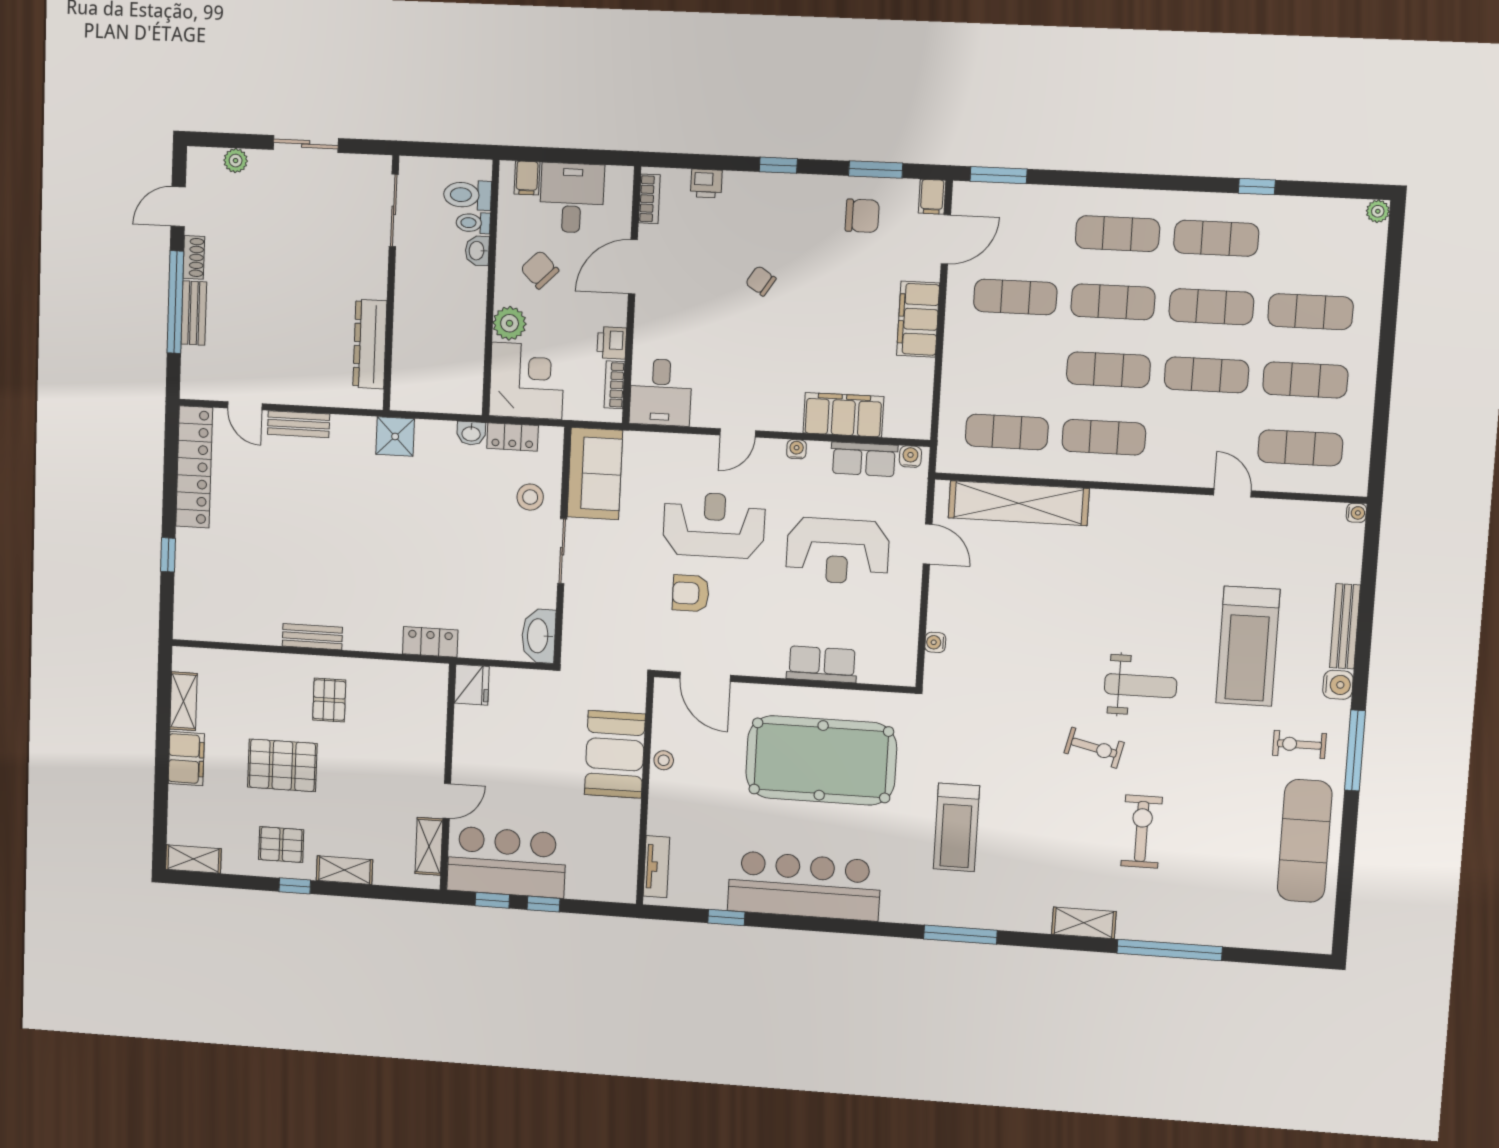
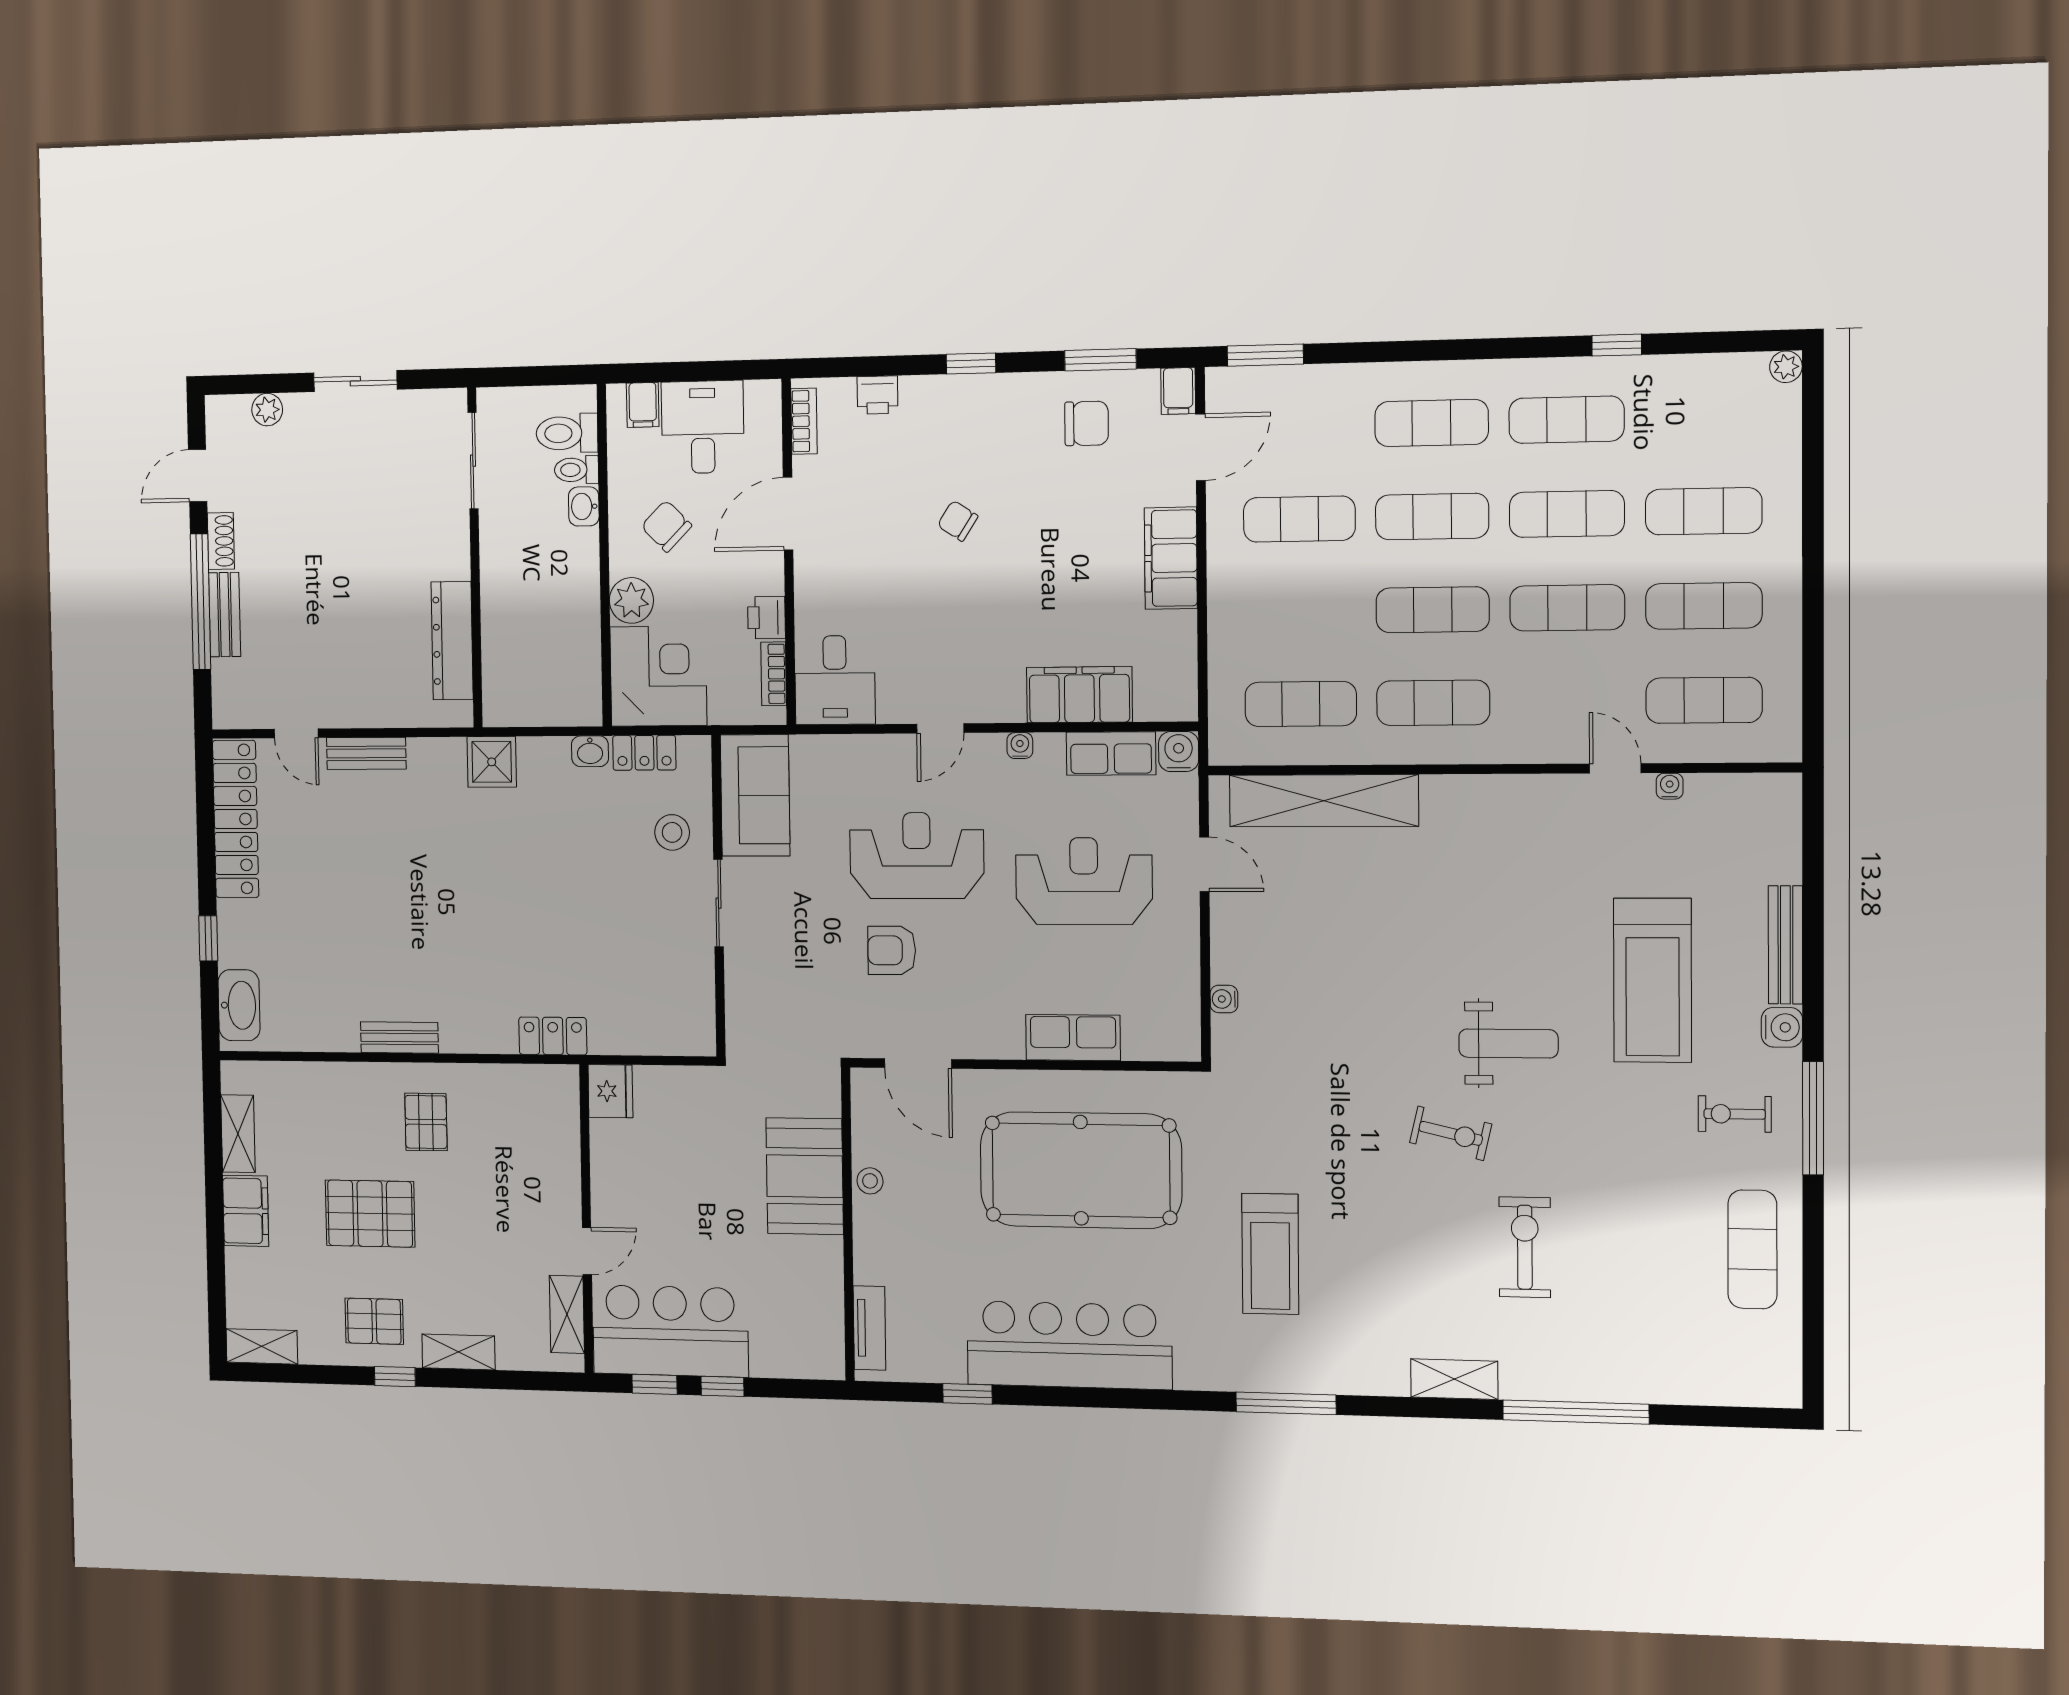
water cooler: (910, 457) -> (1179, 751), width x1.38, depth x1.38
water cooler: (1356, 513) -> (1670, 786), moved, turned -90
reception desk: (838, 551) -> (1084, 881), turned 180
washbasin: (539, 636) -> (239, 1005), moved, turned 180
exercise mat: (1305, 841) -> (1752, 1249), width x0.73, depth x0.69

